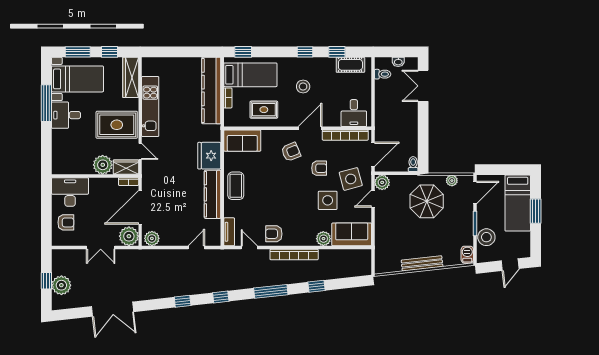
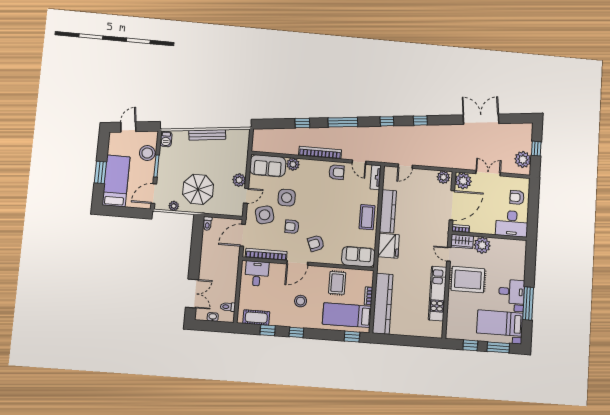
wardrobe: (131, 77) -> (453, 321), removed
rug: (264, 110) -> (337, 283), turned 90
plant: (382, 182) -> (239, 180), moved
plant: (61, 285) -> (523, 159), moved

